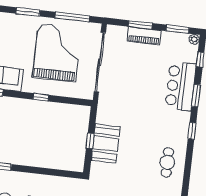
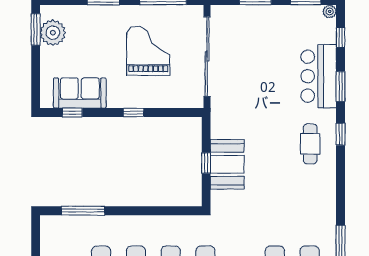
piano: (144, 36) -> (262, 15), removed
grand piano: (57, 53) -> (148, 51), width x0.73, depth x0.68
cafe table: (167, 162) -> (310, 144), moved

